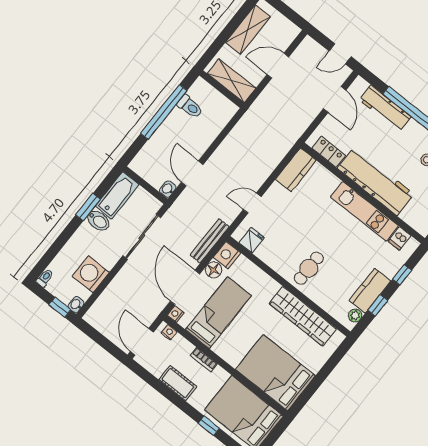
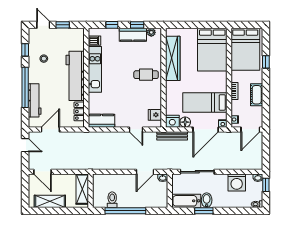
door: (278, 66) -> (42, 172), moved

